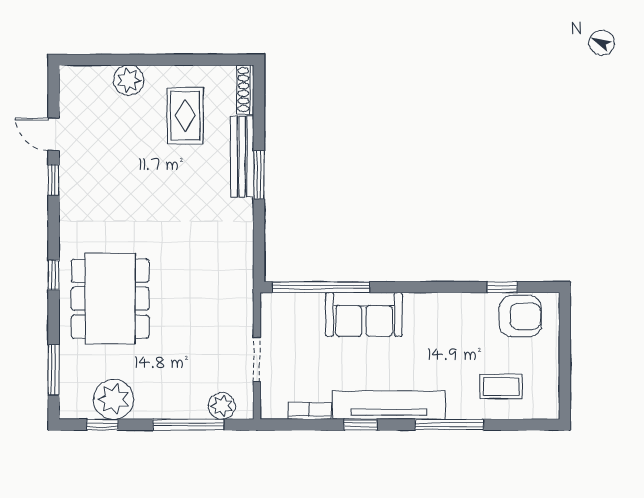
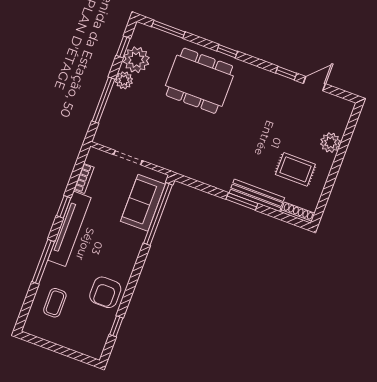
sofa: (364, 314) -> (143, 203), moved
armchair: (520, 316) -> (105, 292), moved
plant: (222, 406) -> (124, 80), moved

